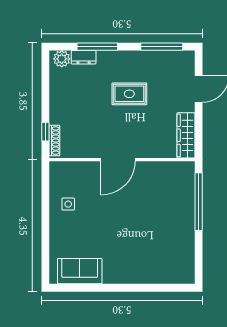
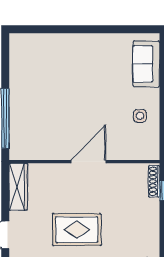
rug: (129, 94) -> (77, 230), width x1.36, depth x1.43
sofa: (80, 271) -> (146, 64), moved, turned 90

